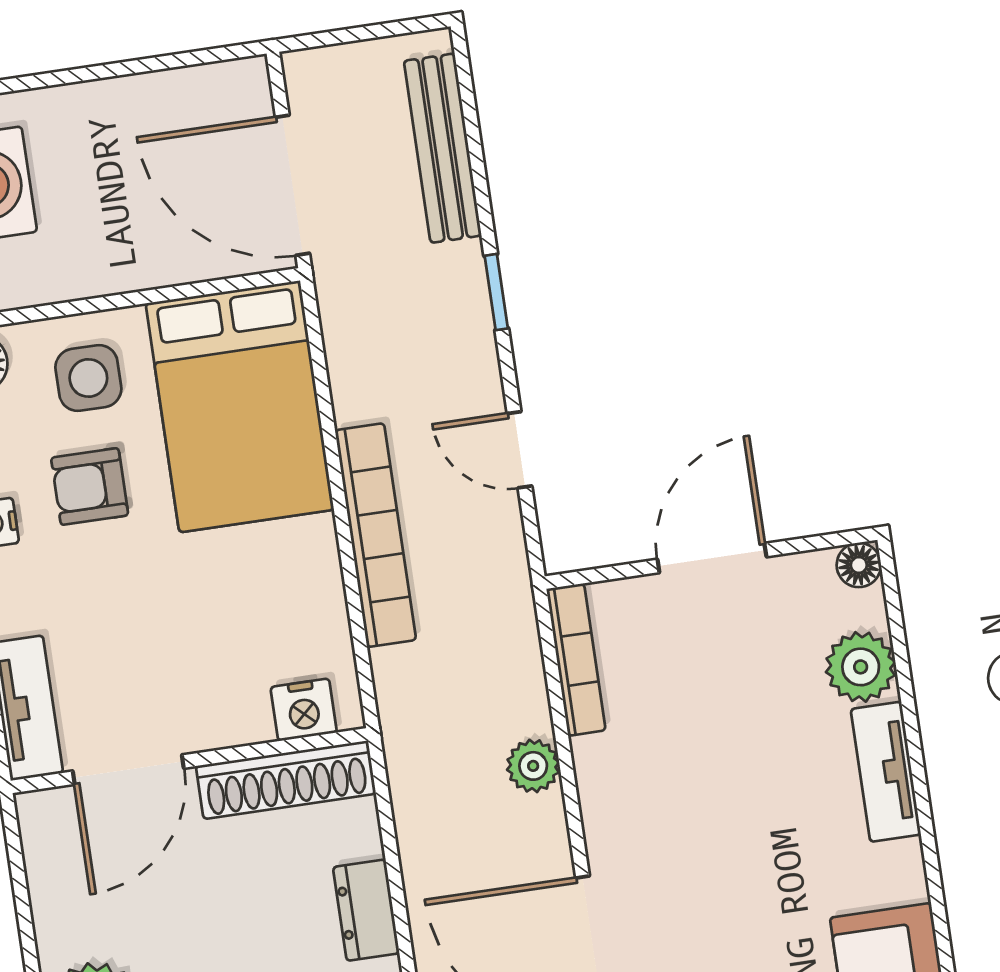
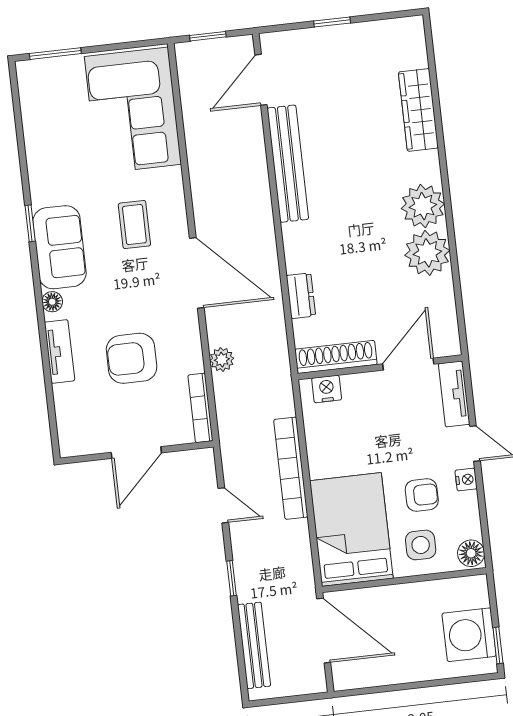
floor lamp: (859, 565) -> (52, 302), moved
plant: (861, 667) -> (69, 400), removed
armchair: (729, 762) -> (132, 358), added

